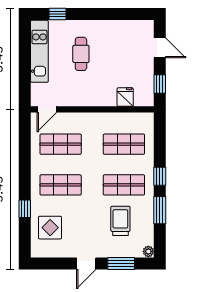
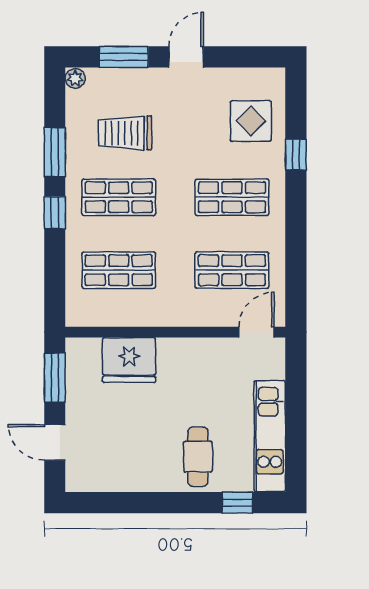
cafe table: (81, 54) -> (198, 457), moved
window: (160, 84) -> (55, 378), width x1.50
fridge: (125, 97) -> (129, 360), width x1.88, depth x1.34
trolley: (120, 221) -> (125, 133), turned 90

